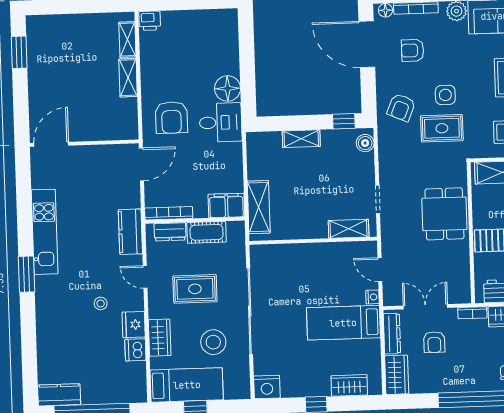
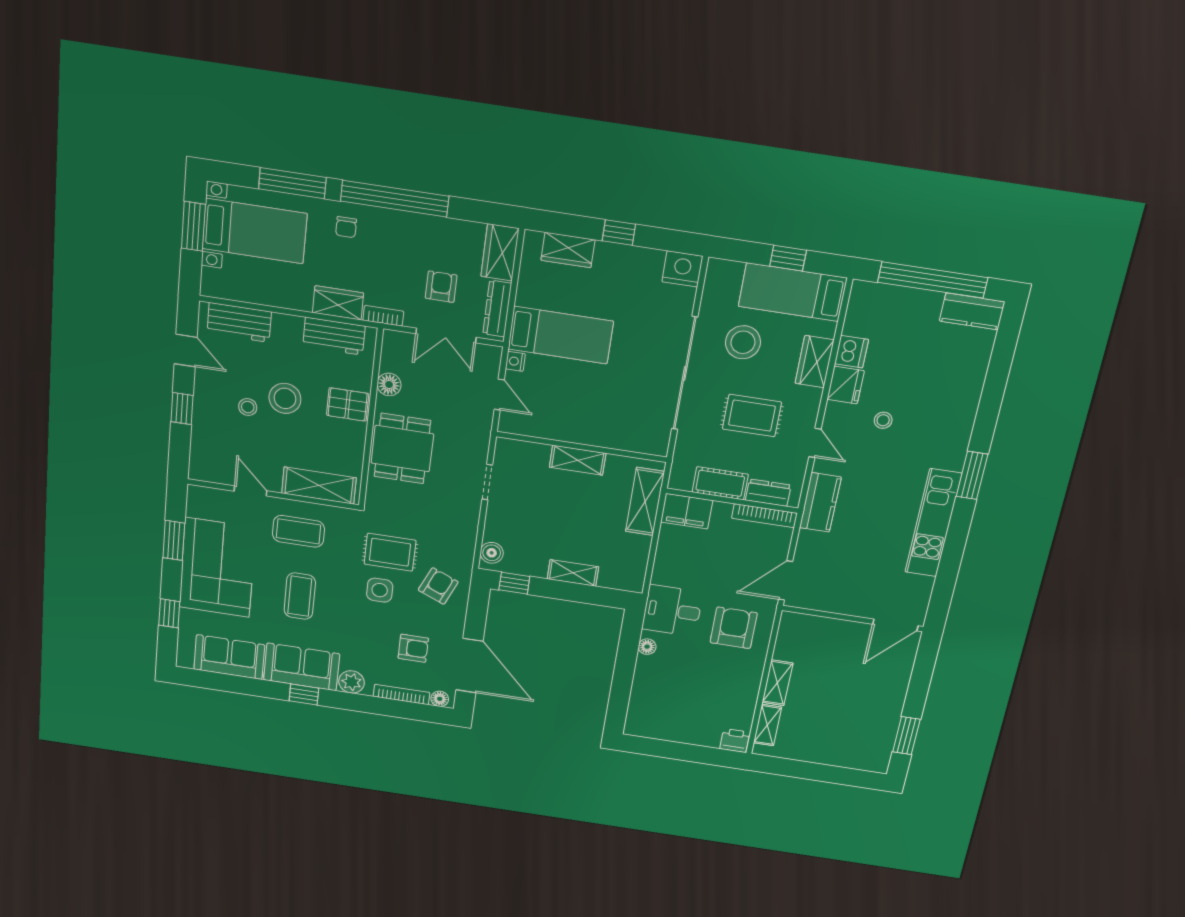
floor lamp: (228, 88) -> (647, 647), width x0.53, depth x0.53
shelving: (349, 229) -> (578, 460), moved
floor lamp: (461, 262) -> (389, 384), added

